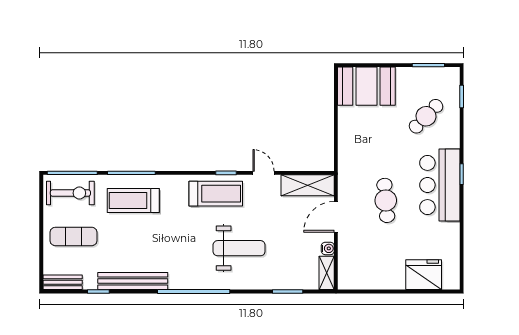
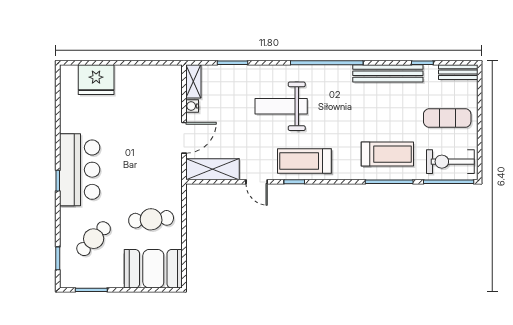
cafe table: (386, 200) -> (151, 219), moved, turned 90

